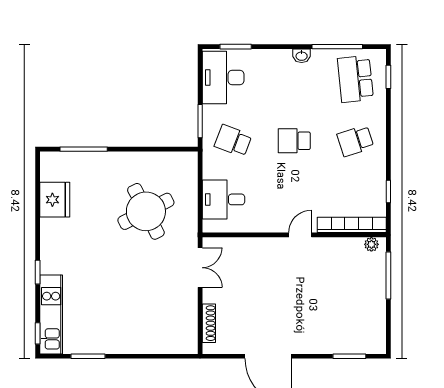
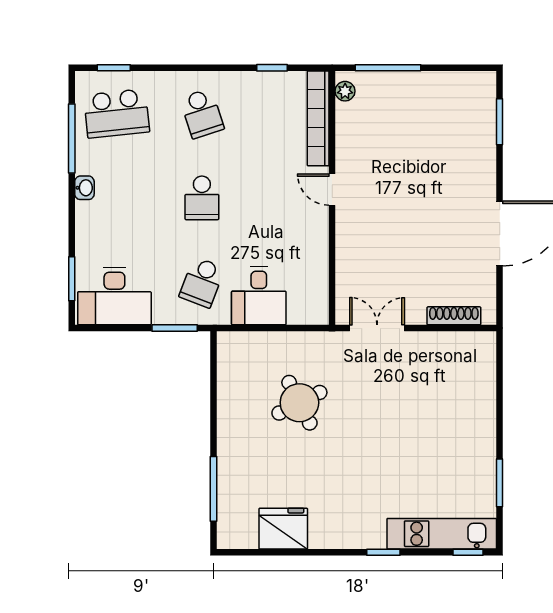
desk: (223, 199) -> (259, 296), moved
round table: (146, 211) -> (299, 403), width x0.73, depth x0.73

